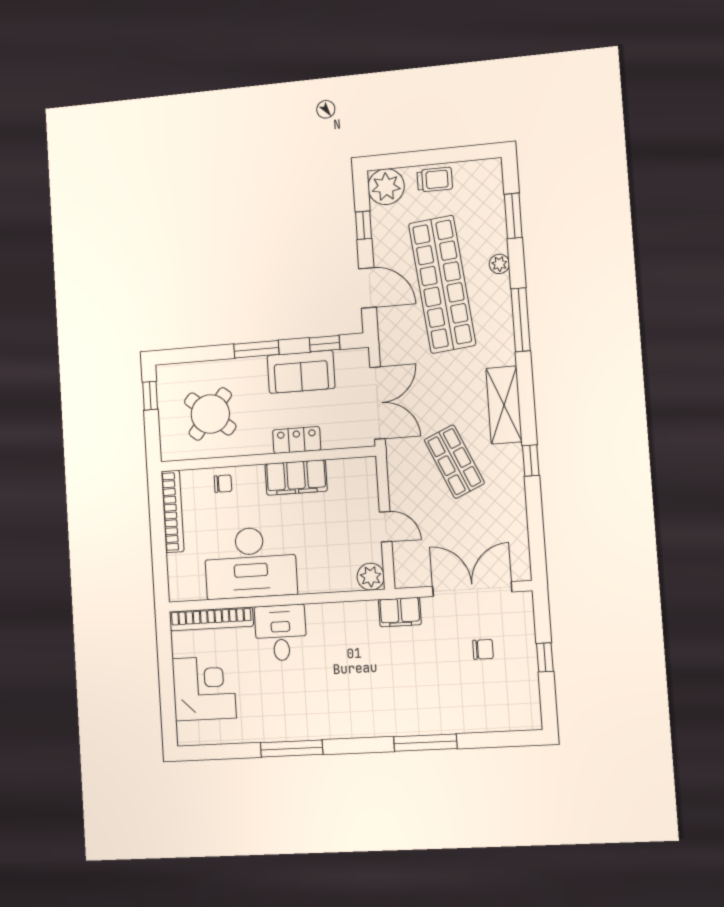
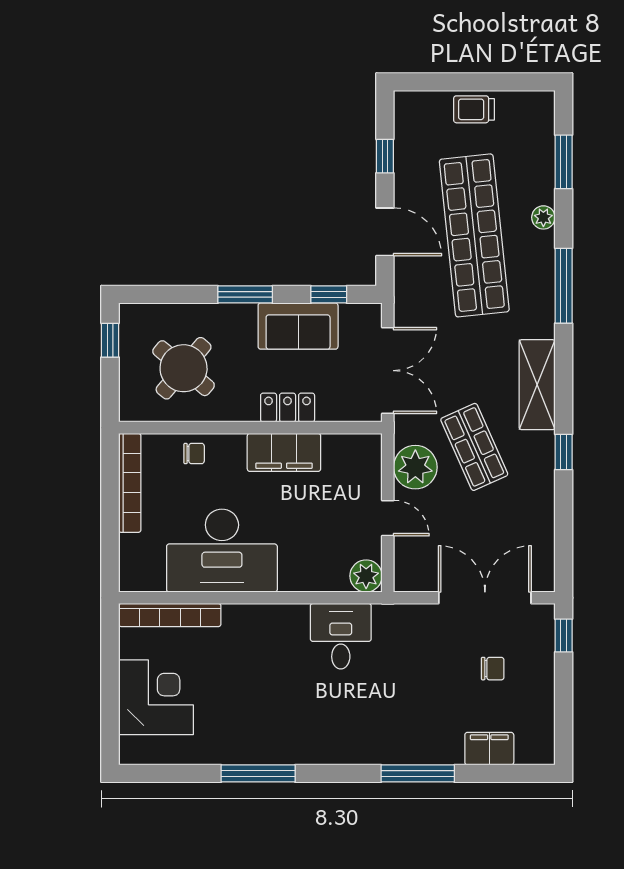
trolley: (435, 180) -> (474, 109), turned 180
plant: (386, 187) -> (415, 467), moved
filing cabinet: (400, 612) -> (489, 749), moved, turned 180
desk: (281, 633) -> (341, 636), moved
window: (545, 657) -> (564, 635), moved

